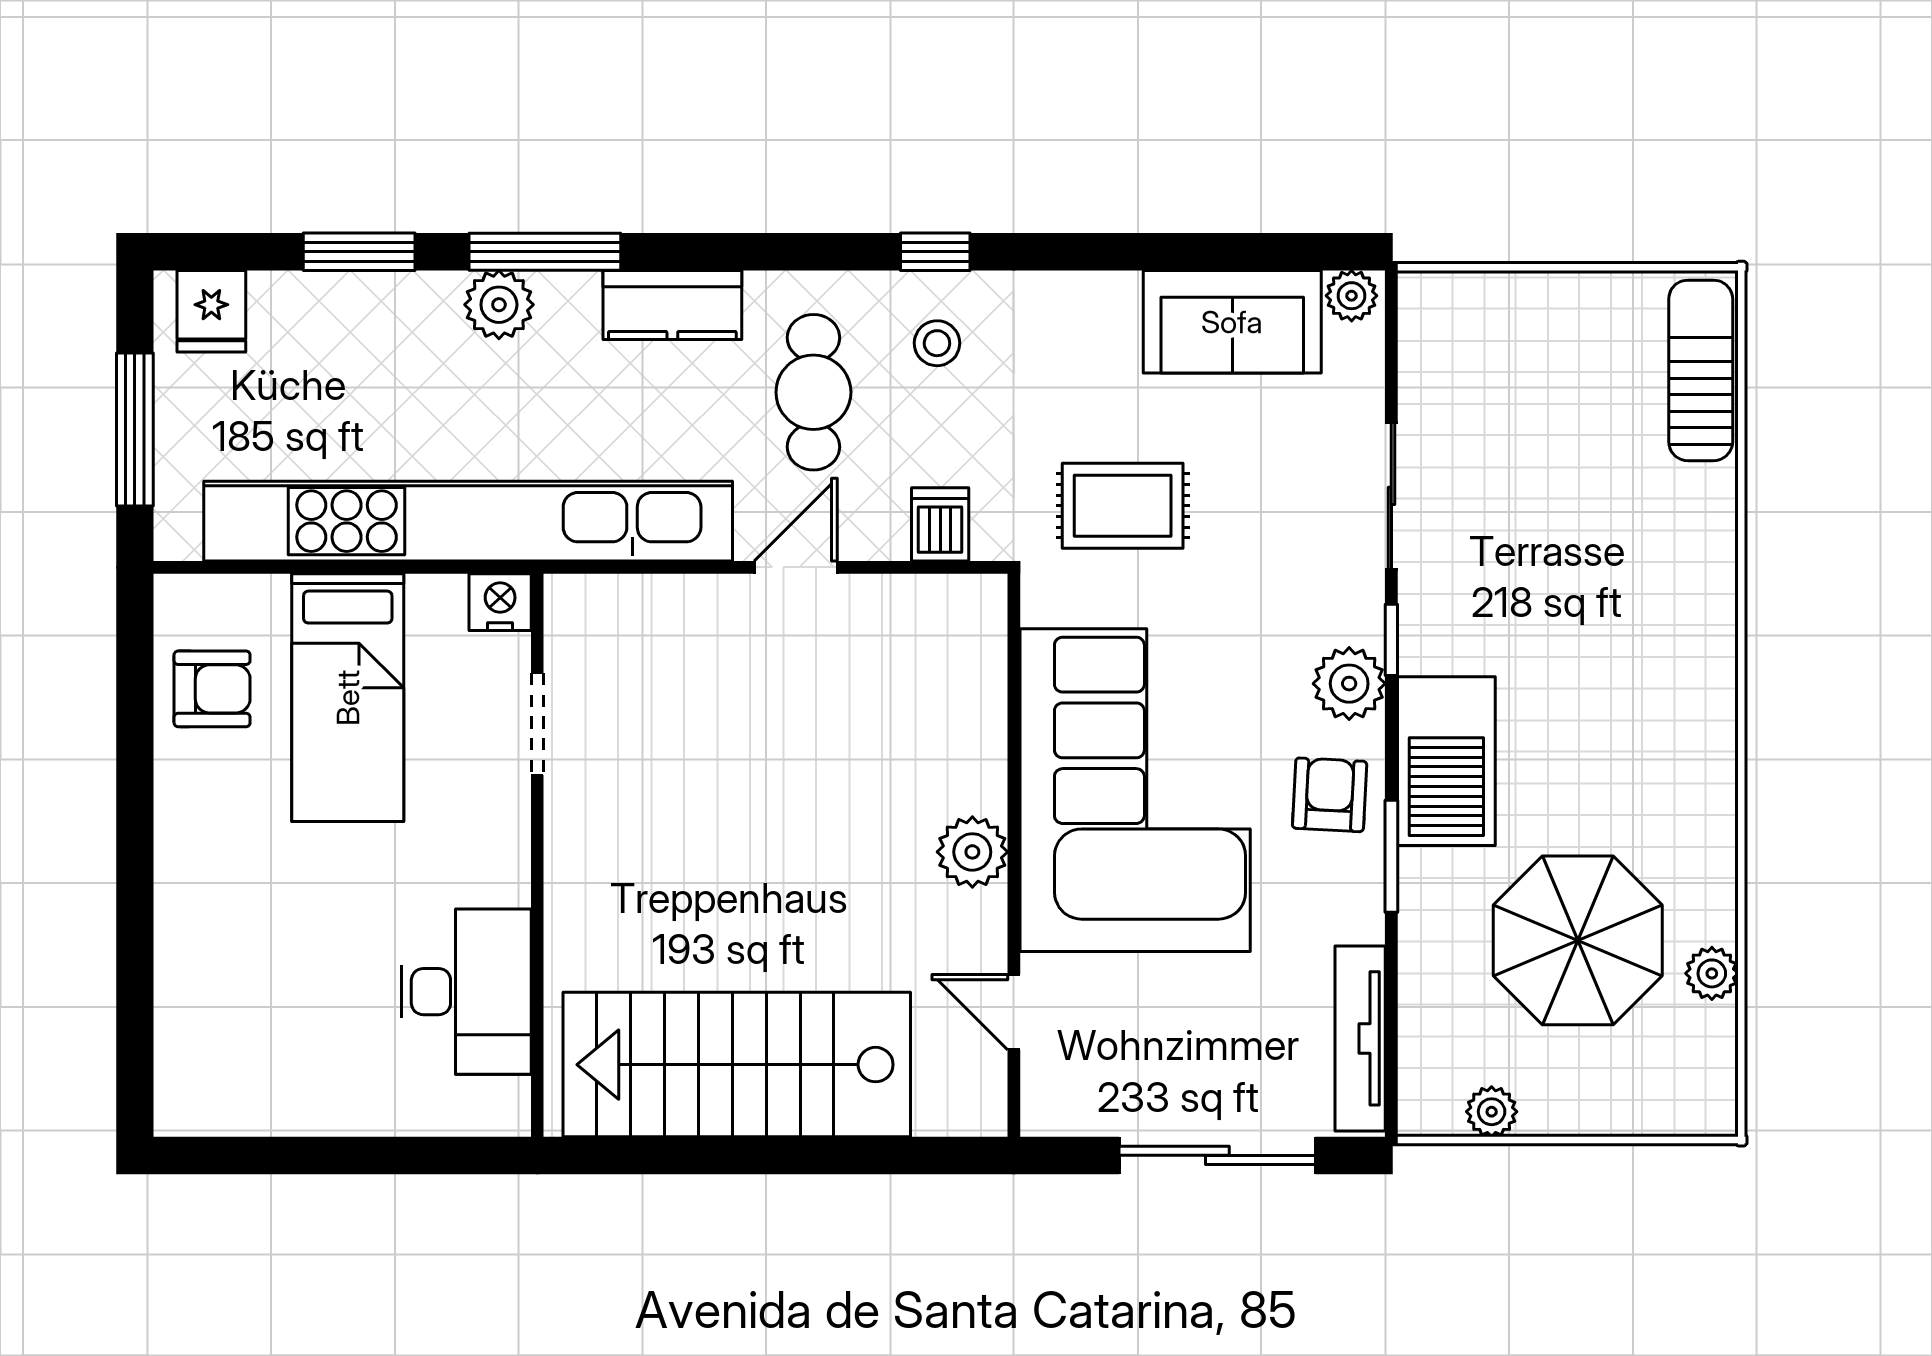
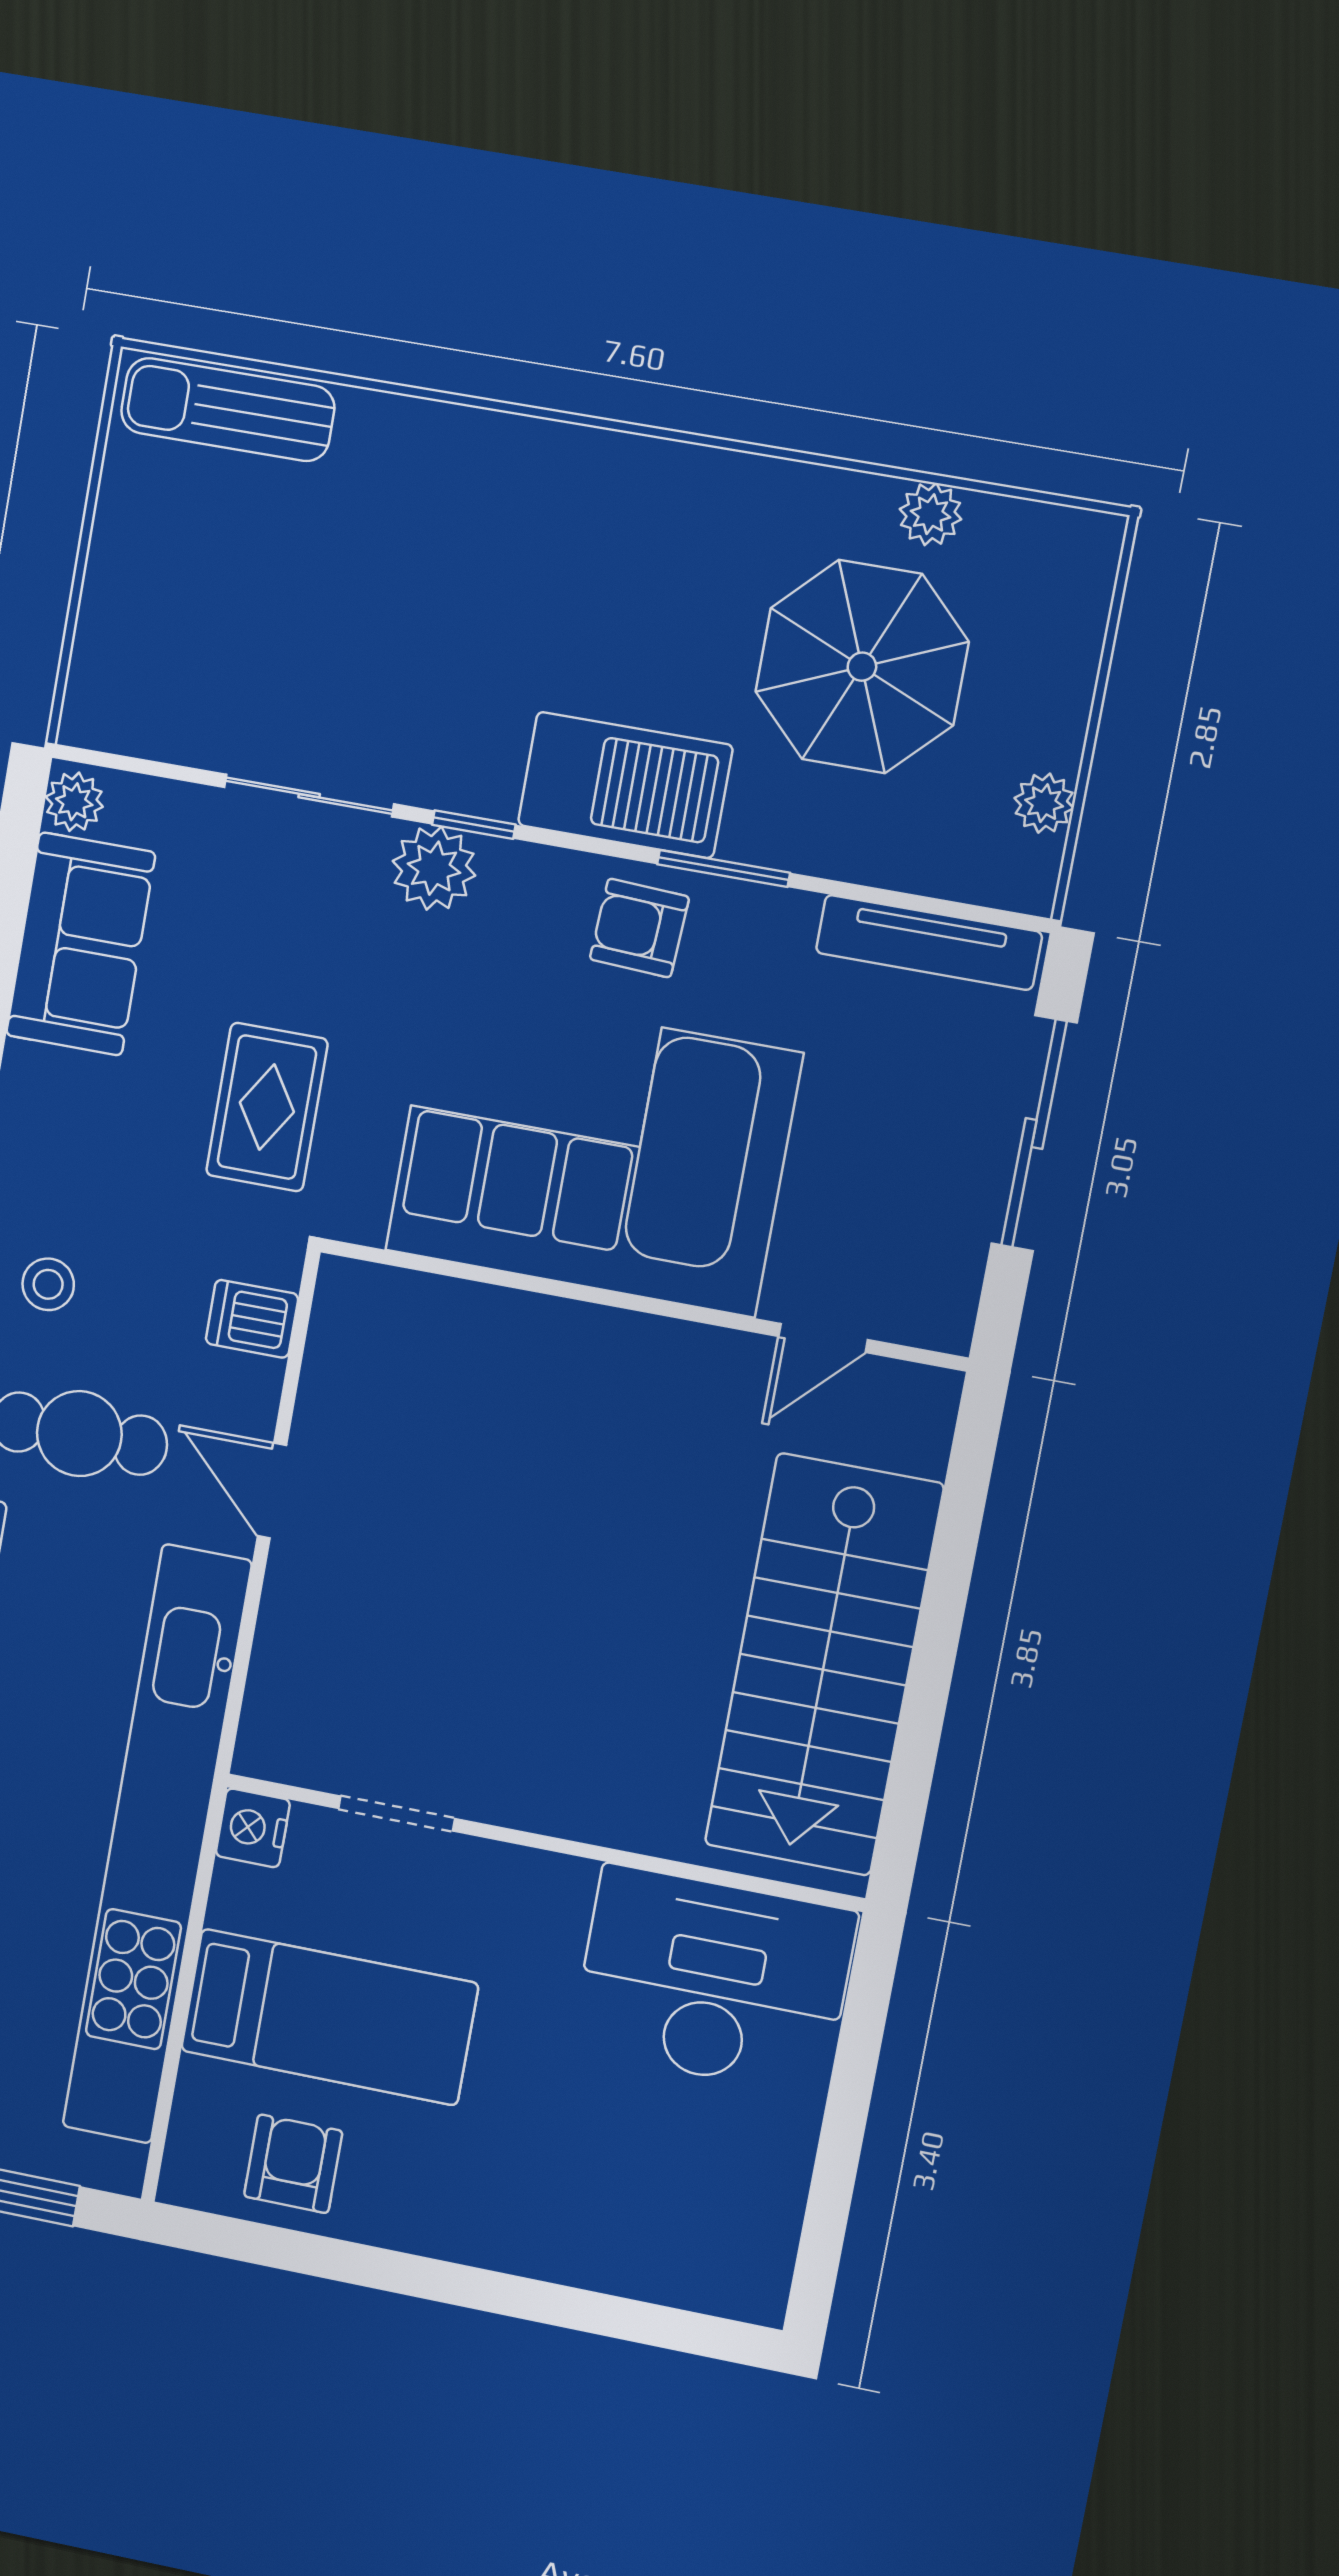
plant: (1349, 684) -> (434, 868), moved
plant: (972, 852) -> (630, 1351), removed
desk: (466, 992) -> (714, 1981), width x1.36, depth x1.30

